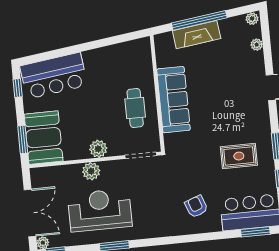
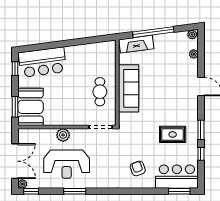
fireplace: (197, 35) -> (136, 44), moved
plant: (98, 149) -> (70, 119), removed
reception desk: (100, 210) -> (67, 164), turned 180

